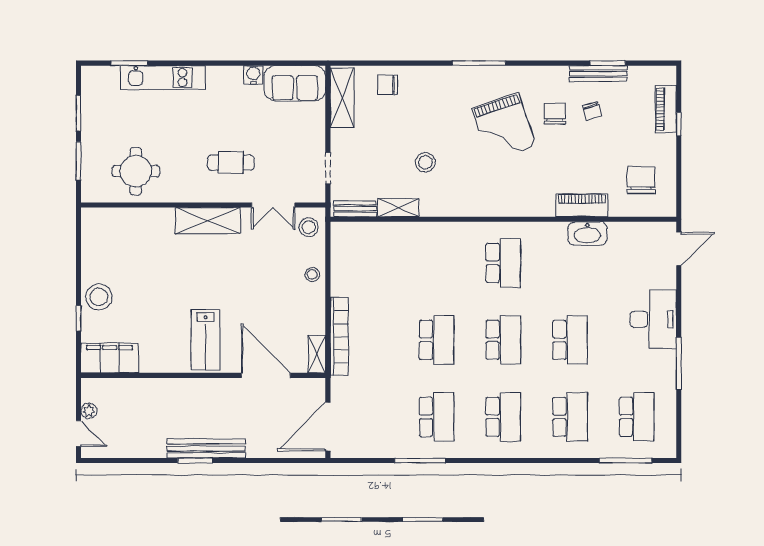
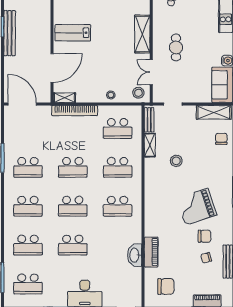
school desk: (370, 263) -> (118, 128), added
school desk: (437, 263) -> (118, 167), added

